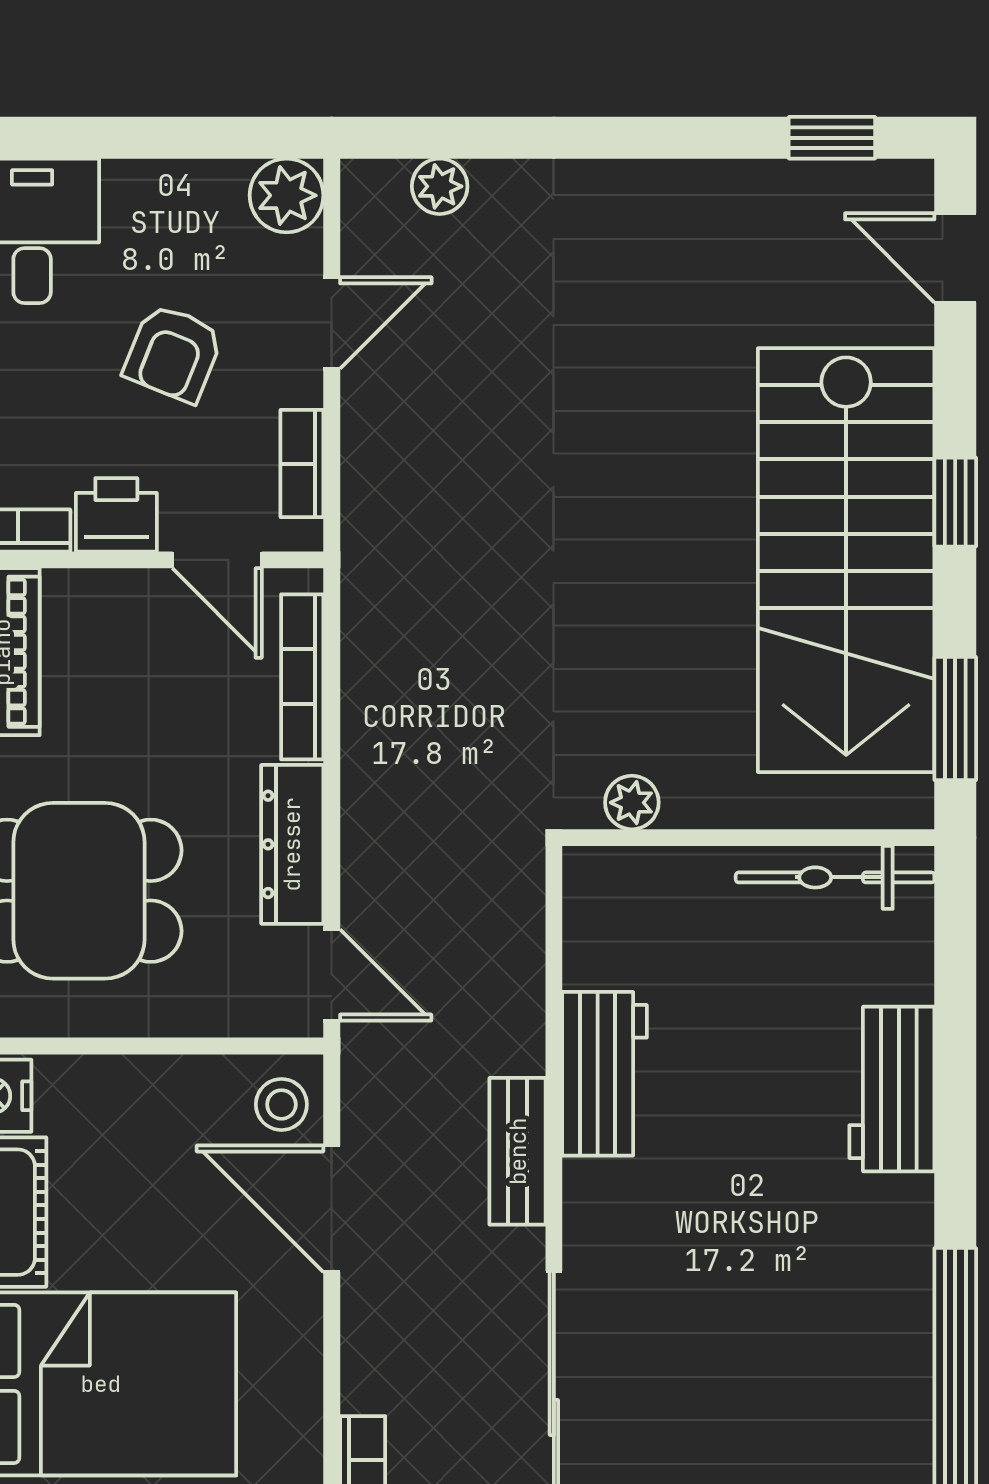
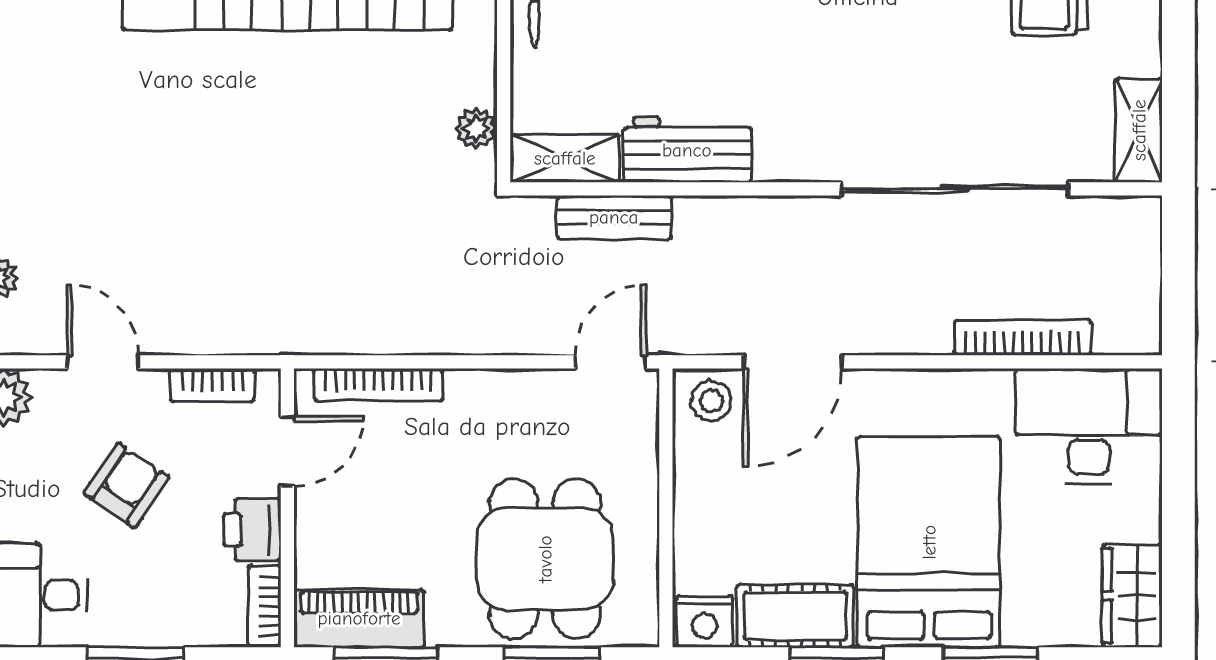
armchair: (173, 353) -> (126, 485), turned -78
dresser: (292, 844) -> (509, 393), removed
shelving: (593, 917) -> (565, 158), added
bench: (518, 1151) -> (614, 217), moved

